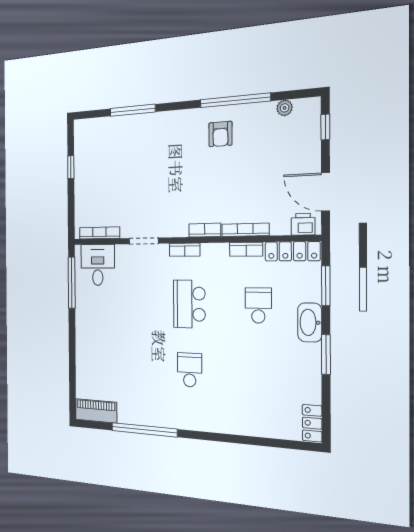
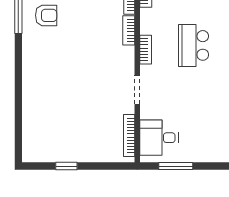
window: (133, 110) -> (18, 100), removed
window: (72, 283) -> (176, 166), width x0.69
school desk: (189, 304) -> (193, 45), turned 90

